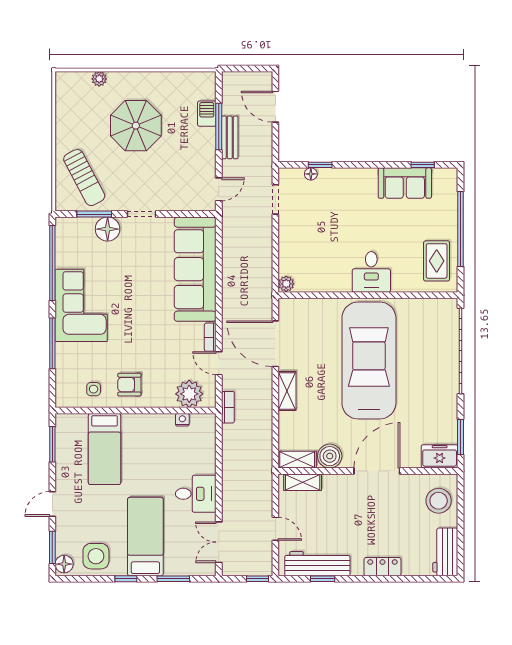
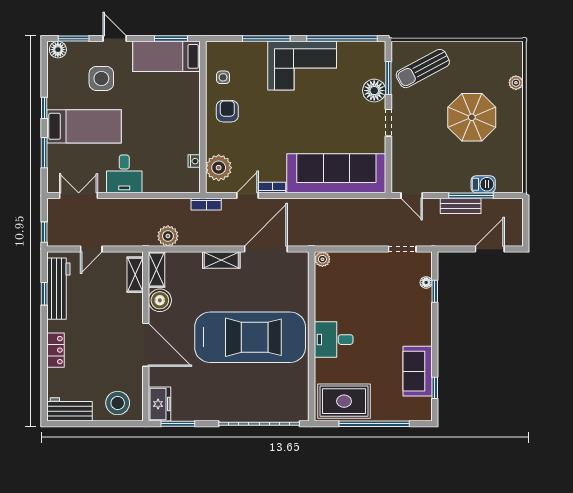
rug: (437, 261) -> (344, 401), width x1.36, depth x1.43
plant: (262, 448) -> (168, 236), added
bed: (105, 449) -> (166, 56), moved
side table: (96, 556) -> (101, 78), moved

